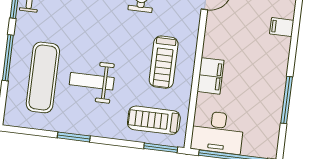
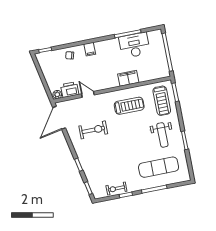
weight bench: (92, 81) -> (162, 135), moved
desk: (217, 132) -> (134, 45), moved, turned -90

